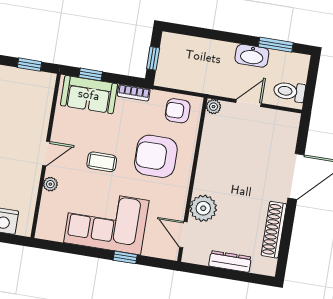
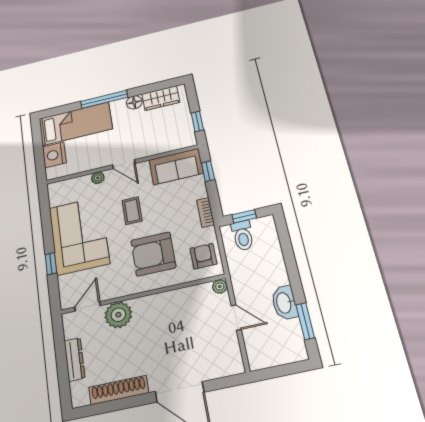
toilet: (289, 91) -> (243, 236), moved, turned 180
sofa: (89, 95) -> (176, 167), moved, turned -90
armchair: (156, 156) -> (153, 254), turned -90

